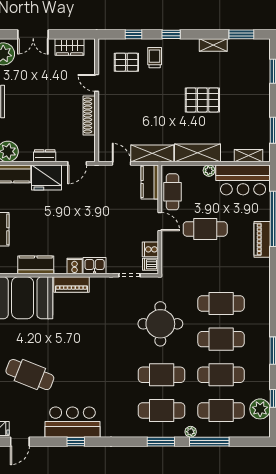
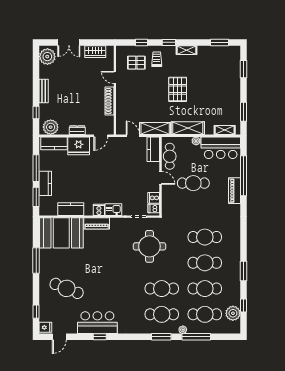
shelving: (213, 45) -> (186, 50), moved
pallet: (202, 100) -> (178, 89), moved, turned 90
round table: (160, 324) -> (149, 246), moved

